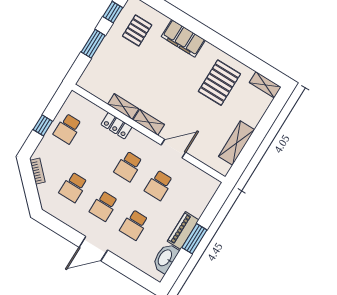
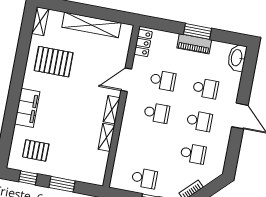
locker: (116, 126) -> (143, 43), moved
shelving: (237, 143) -> (91, 25), width x1.47
door: (173, 149) -> (126, 80), hinge flipped
washbasin: (165, 258) -> (237, 58), moved, turned 90

